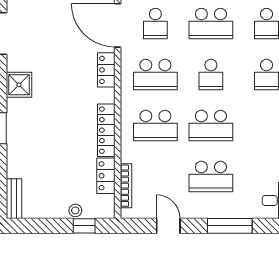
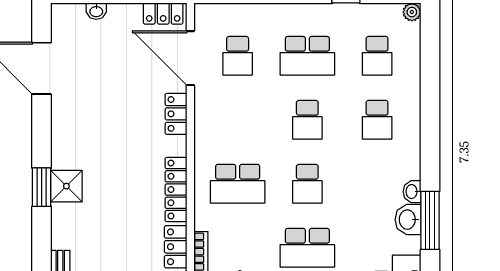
school desk: (155, 75) -> (238, 120), removed
shower: (19, 85) -> (66, 186), moved
school desk: (211, 126) -> (307, 184), width x0.54

